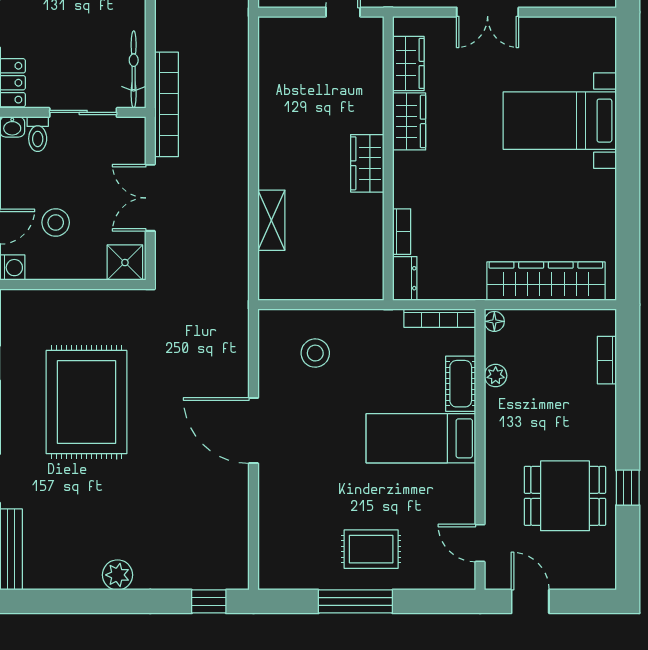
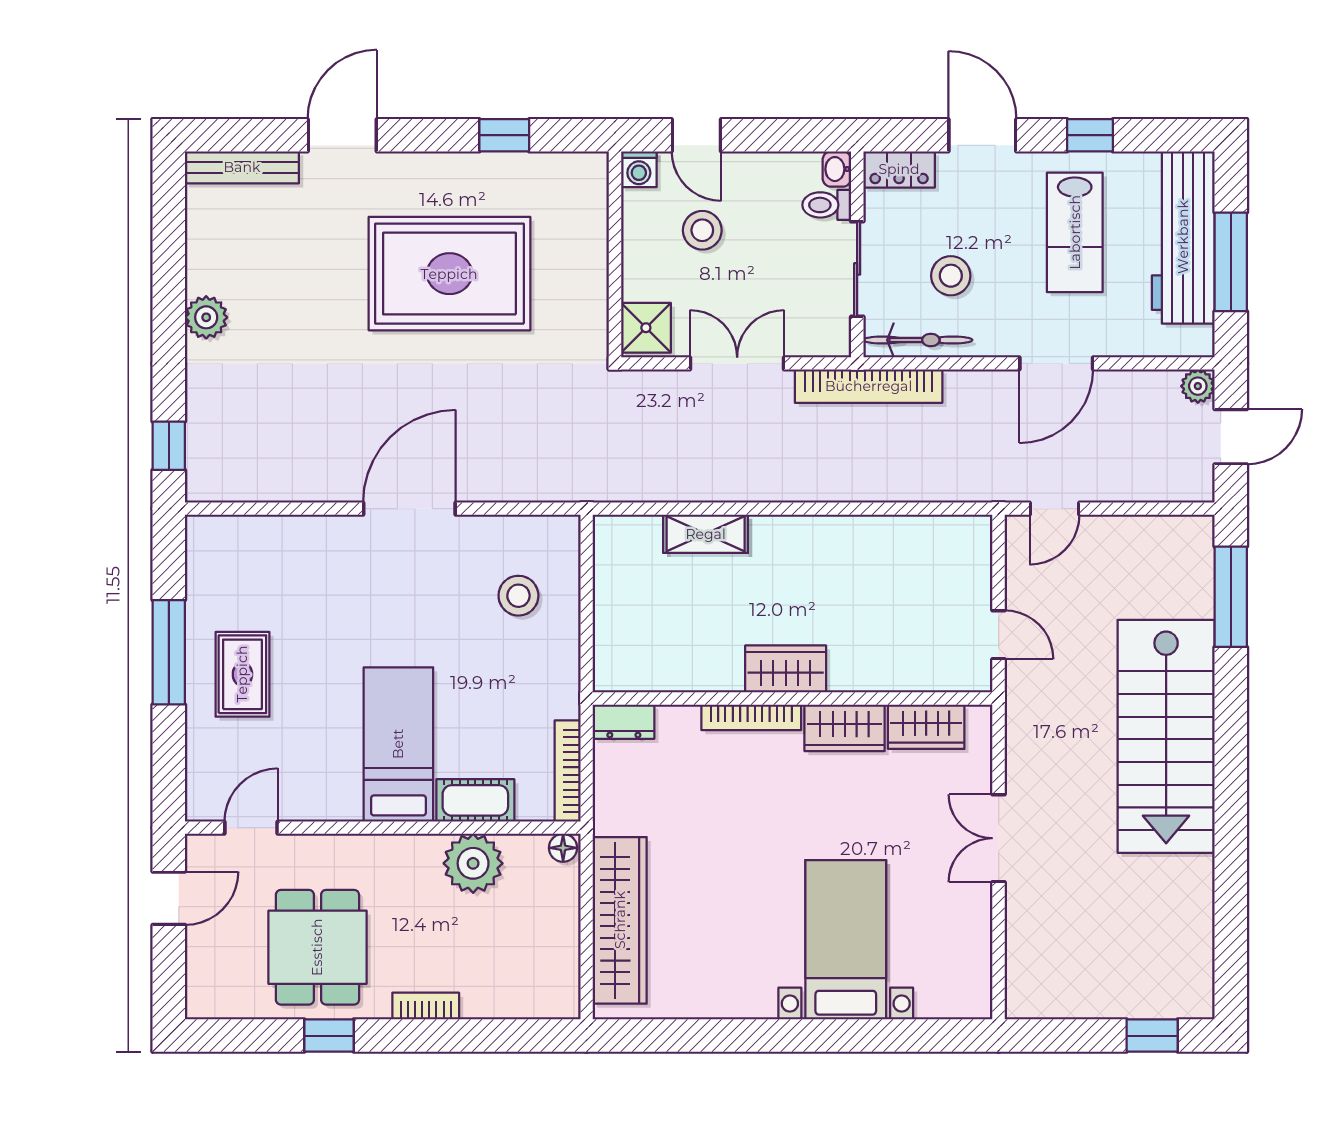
stool: (88, 46) -> (951, 276), added
bookcase: (402, 232) -> (751, 717), moved, width x1.56
bookcase: (607, 360) -> (426, 1006), moved
plant: (496, 376) -> (473, 863), width x1.88, depth x1.88

